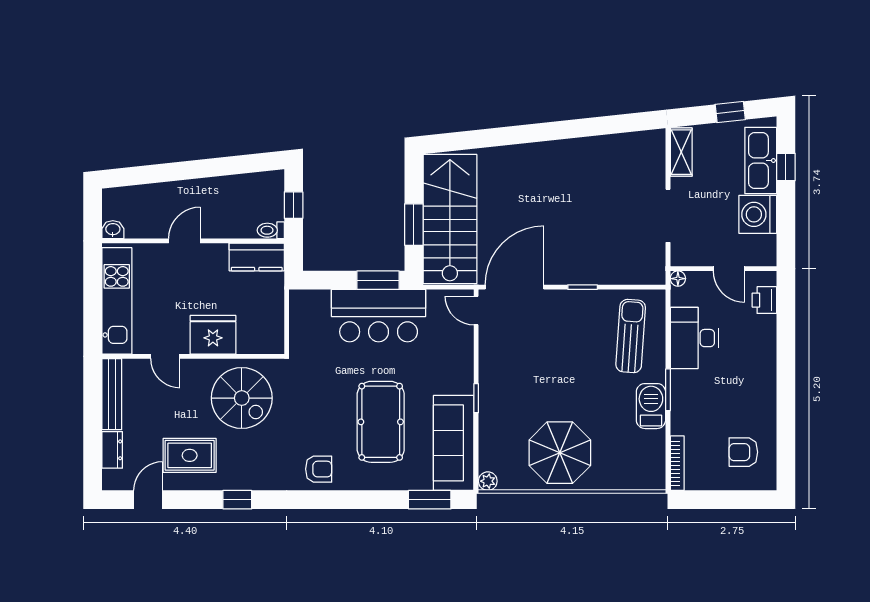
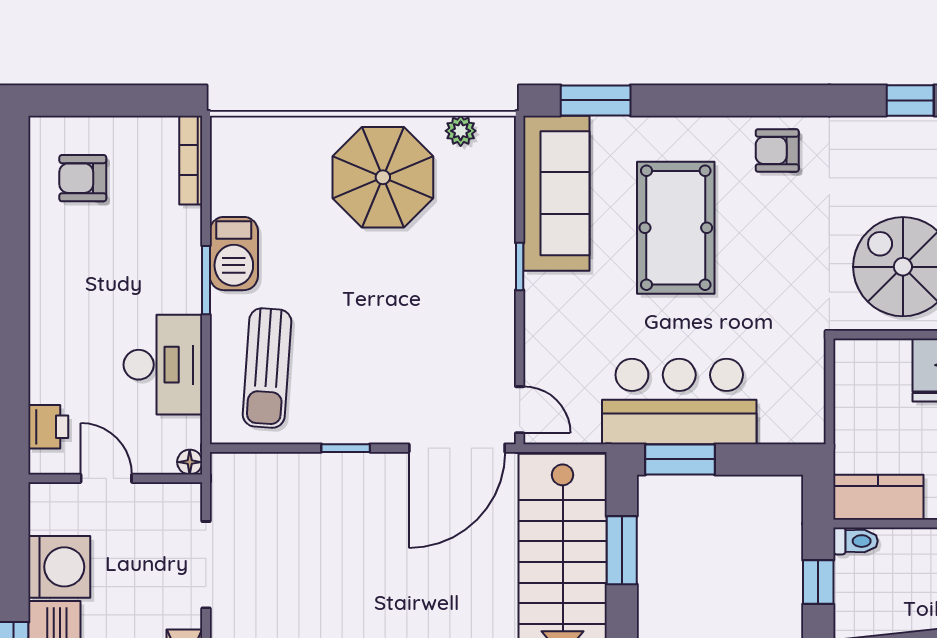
armchair: (743, 452) -> (83, 178), turned 180
plant: (488, 481) -> (461, 131), moved

